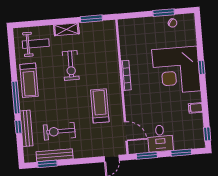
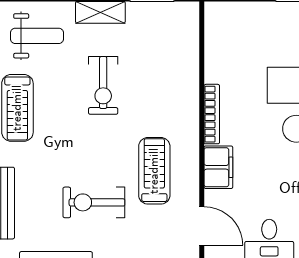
filing cabinet: (132, 102) -> (218, 167), added
exercise bike: (59, 131) -> (94, 202), moved

